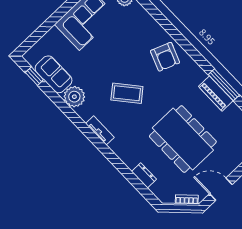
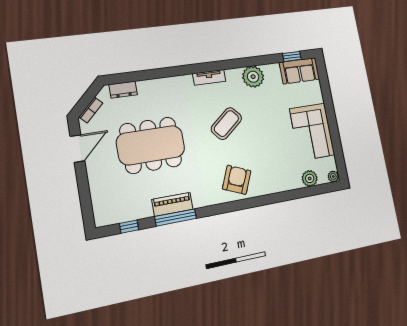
armchair: (165, 57) -> (237, 180), turned 92
sofa: (54, 74) -> (299, 71), moved
dresser: (144, 175) -> (123, 90), moved

